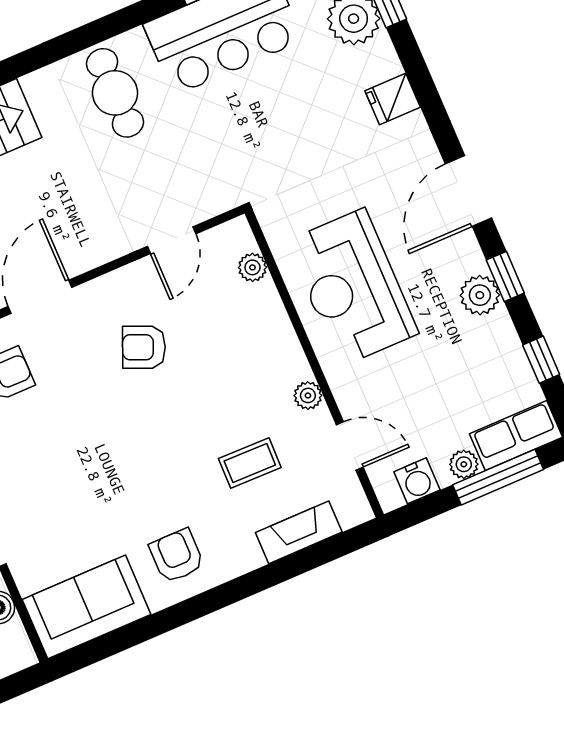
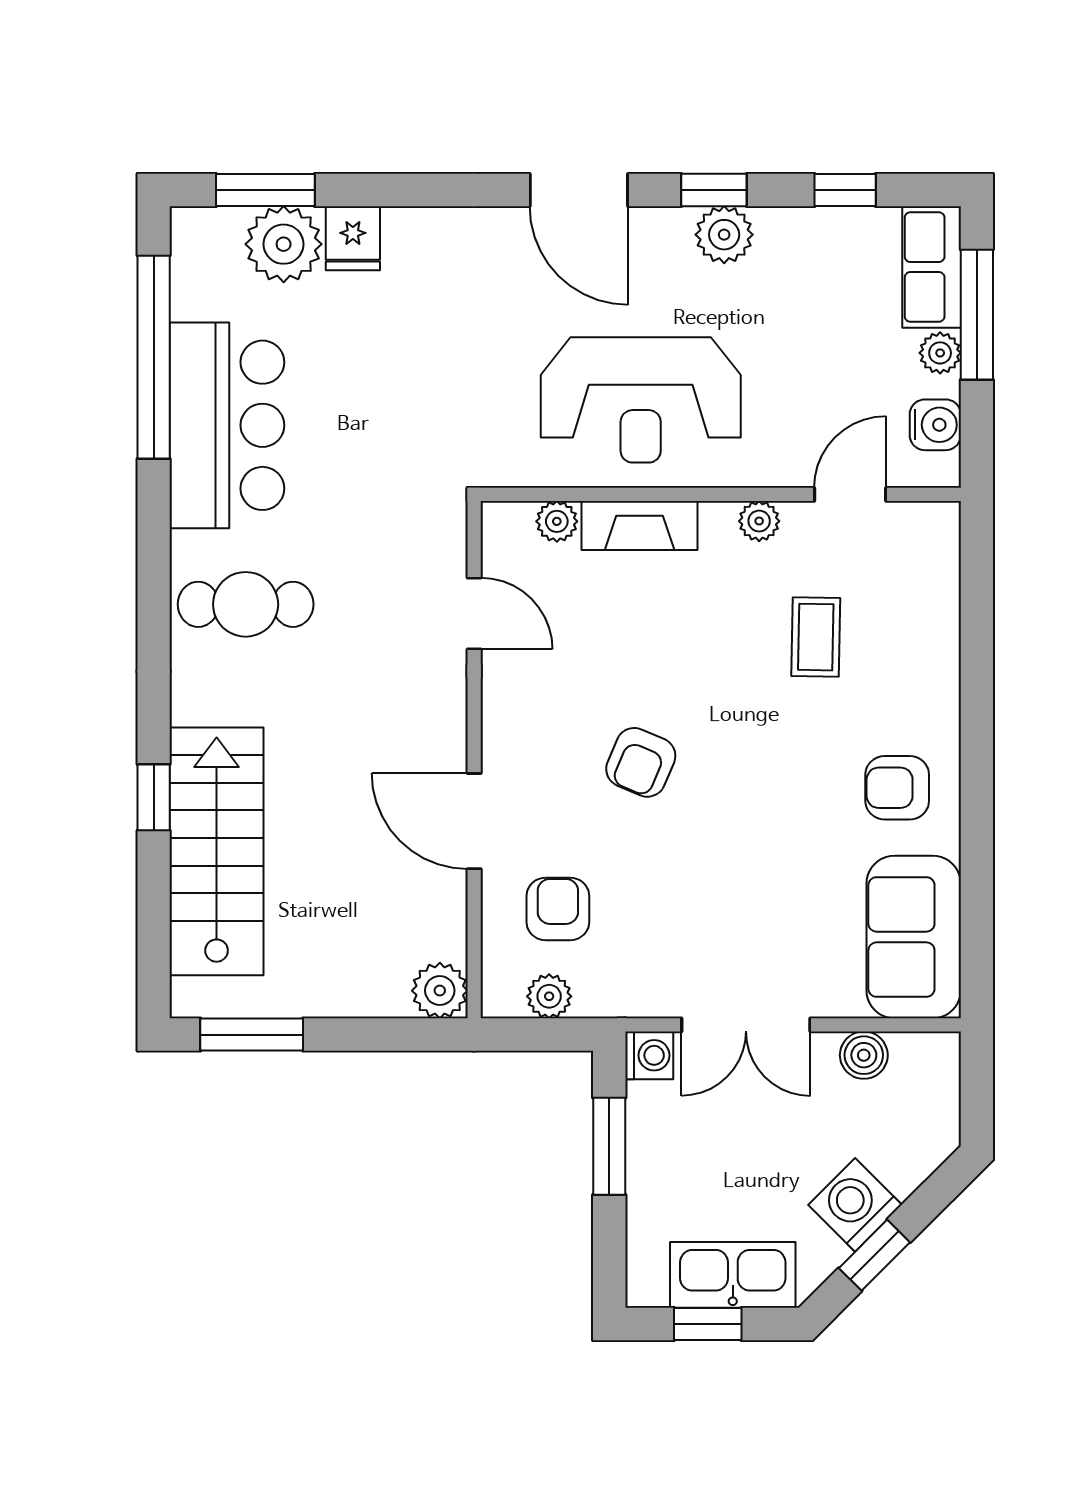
fridge: (393, 99) -> (353, 238), moved
armchair: (144, 347) -> (641, 762), moved
fireplace: (299, 532) -> (640, 525), moved, turned -90

